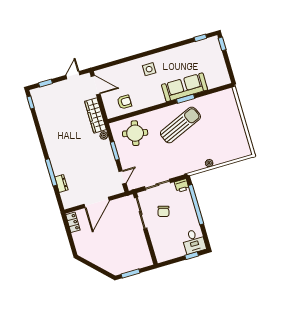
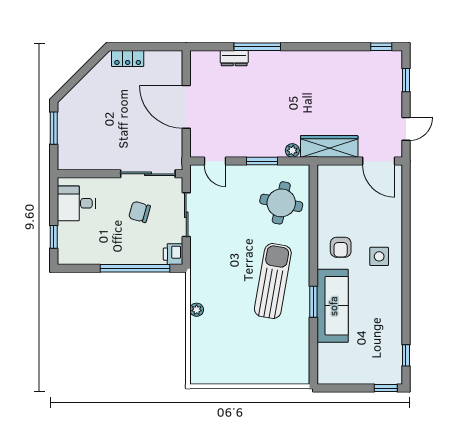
door: (73, 75) -> (406, 129), hinge flipped
door: (96, 85) -> (379, 161), hinge flipped
armchair: (124, 102) -> (341, 247), moved
sun lounger: (180, 125) -> (273, 281), turned -147
locker: (73, 222) -> (128, 58), moved
desk: (194, 241) -> (76, 203), moved

